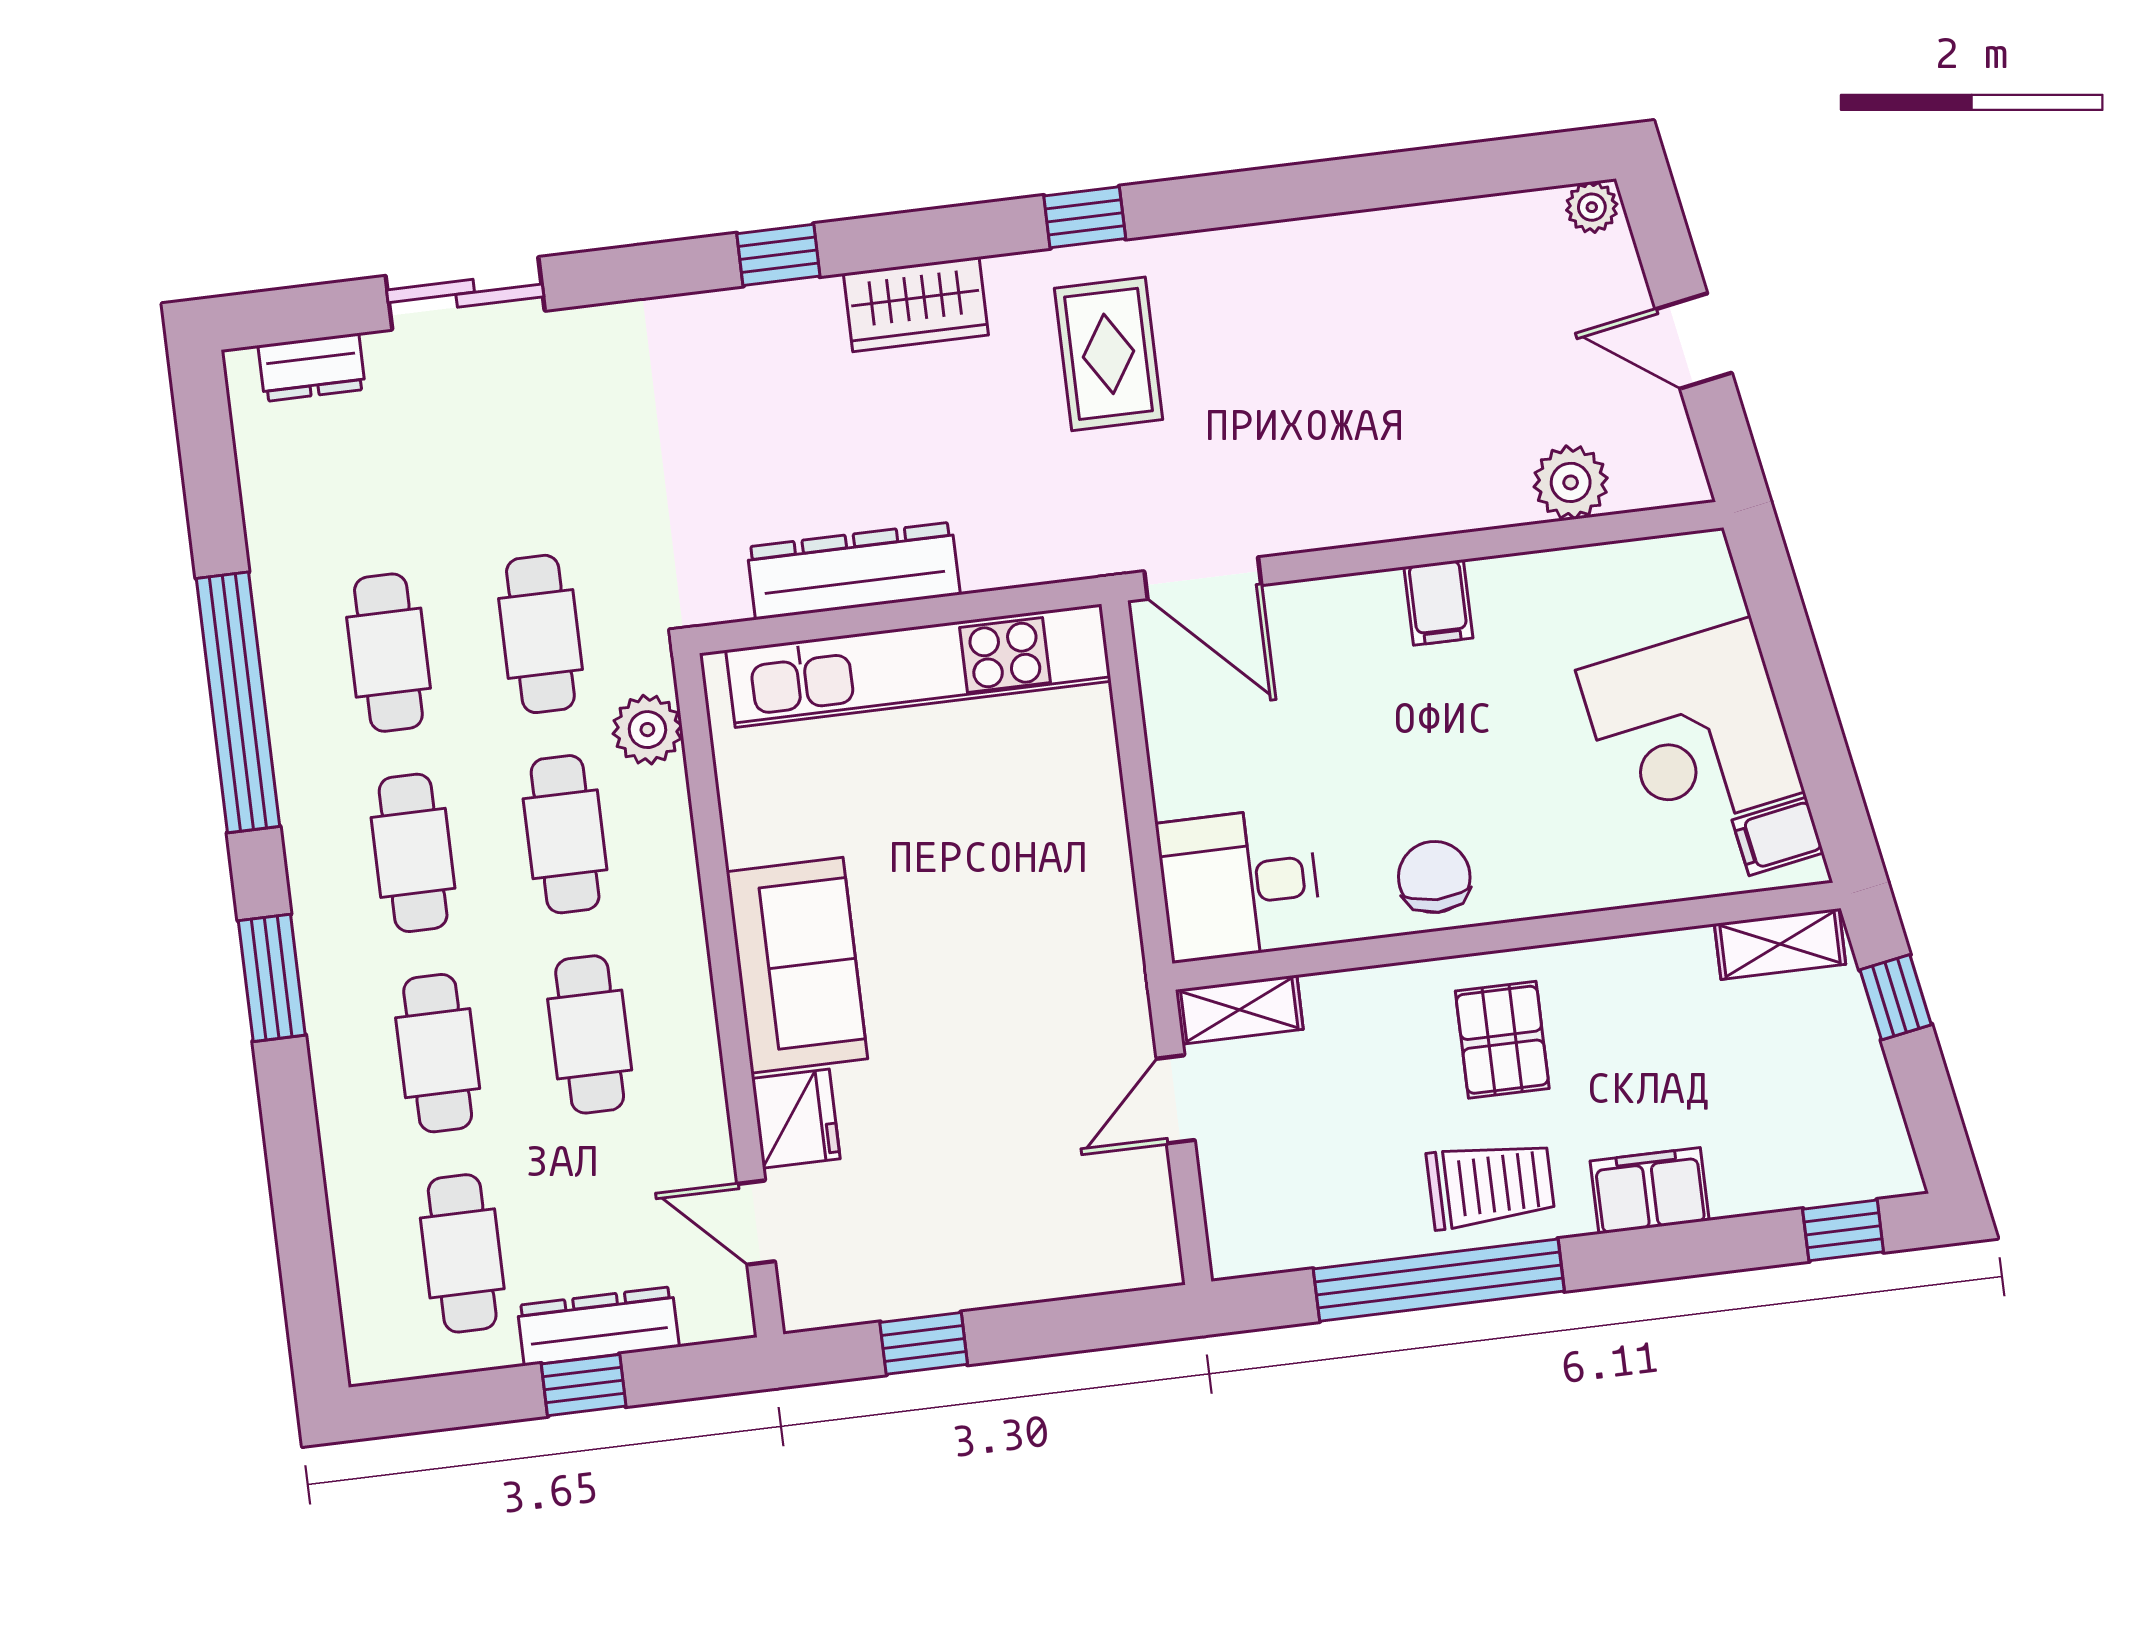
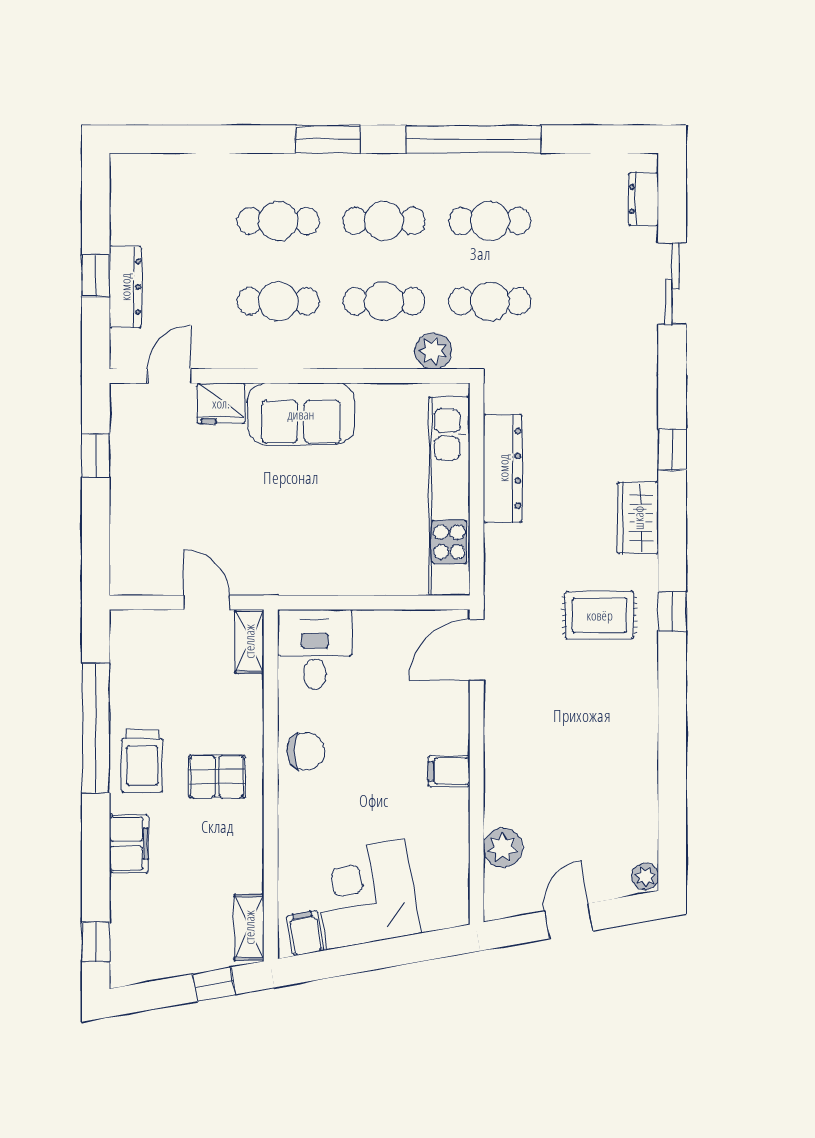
cafe table: (462, 1253) -> (172, 221), removed

